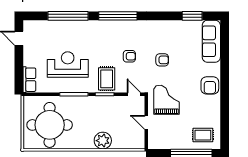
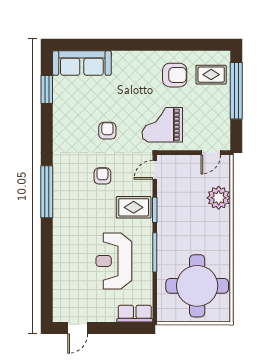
window: (68, 16) -> (47, 261), removed
armchair: (210, 85) -> (175, 75), moved
door: (146, 122) -> (211, 153), moved
rug: (203, 135) -> (211, 75), turned 90
plant: (103, 141) -> (219, 198), moved

